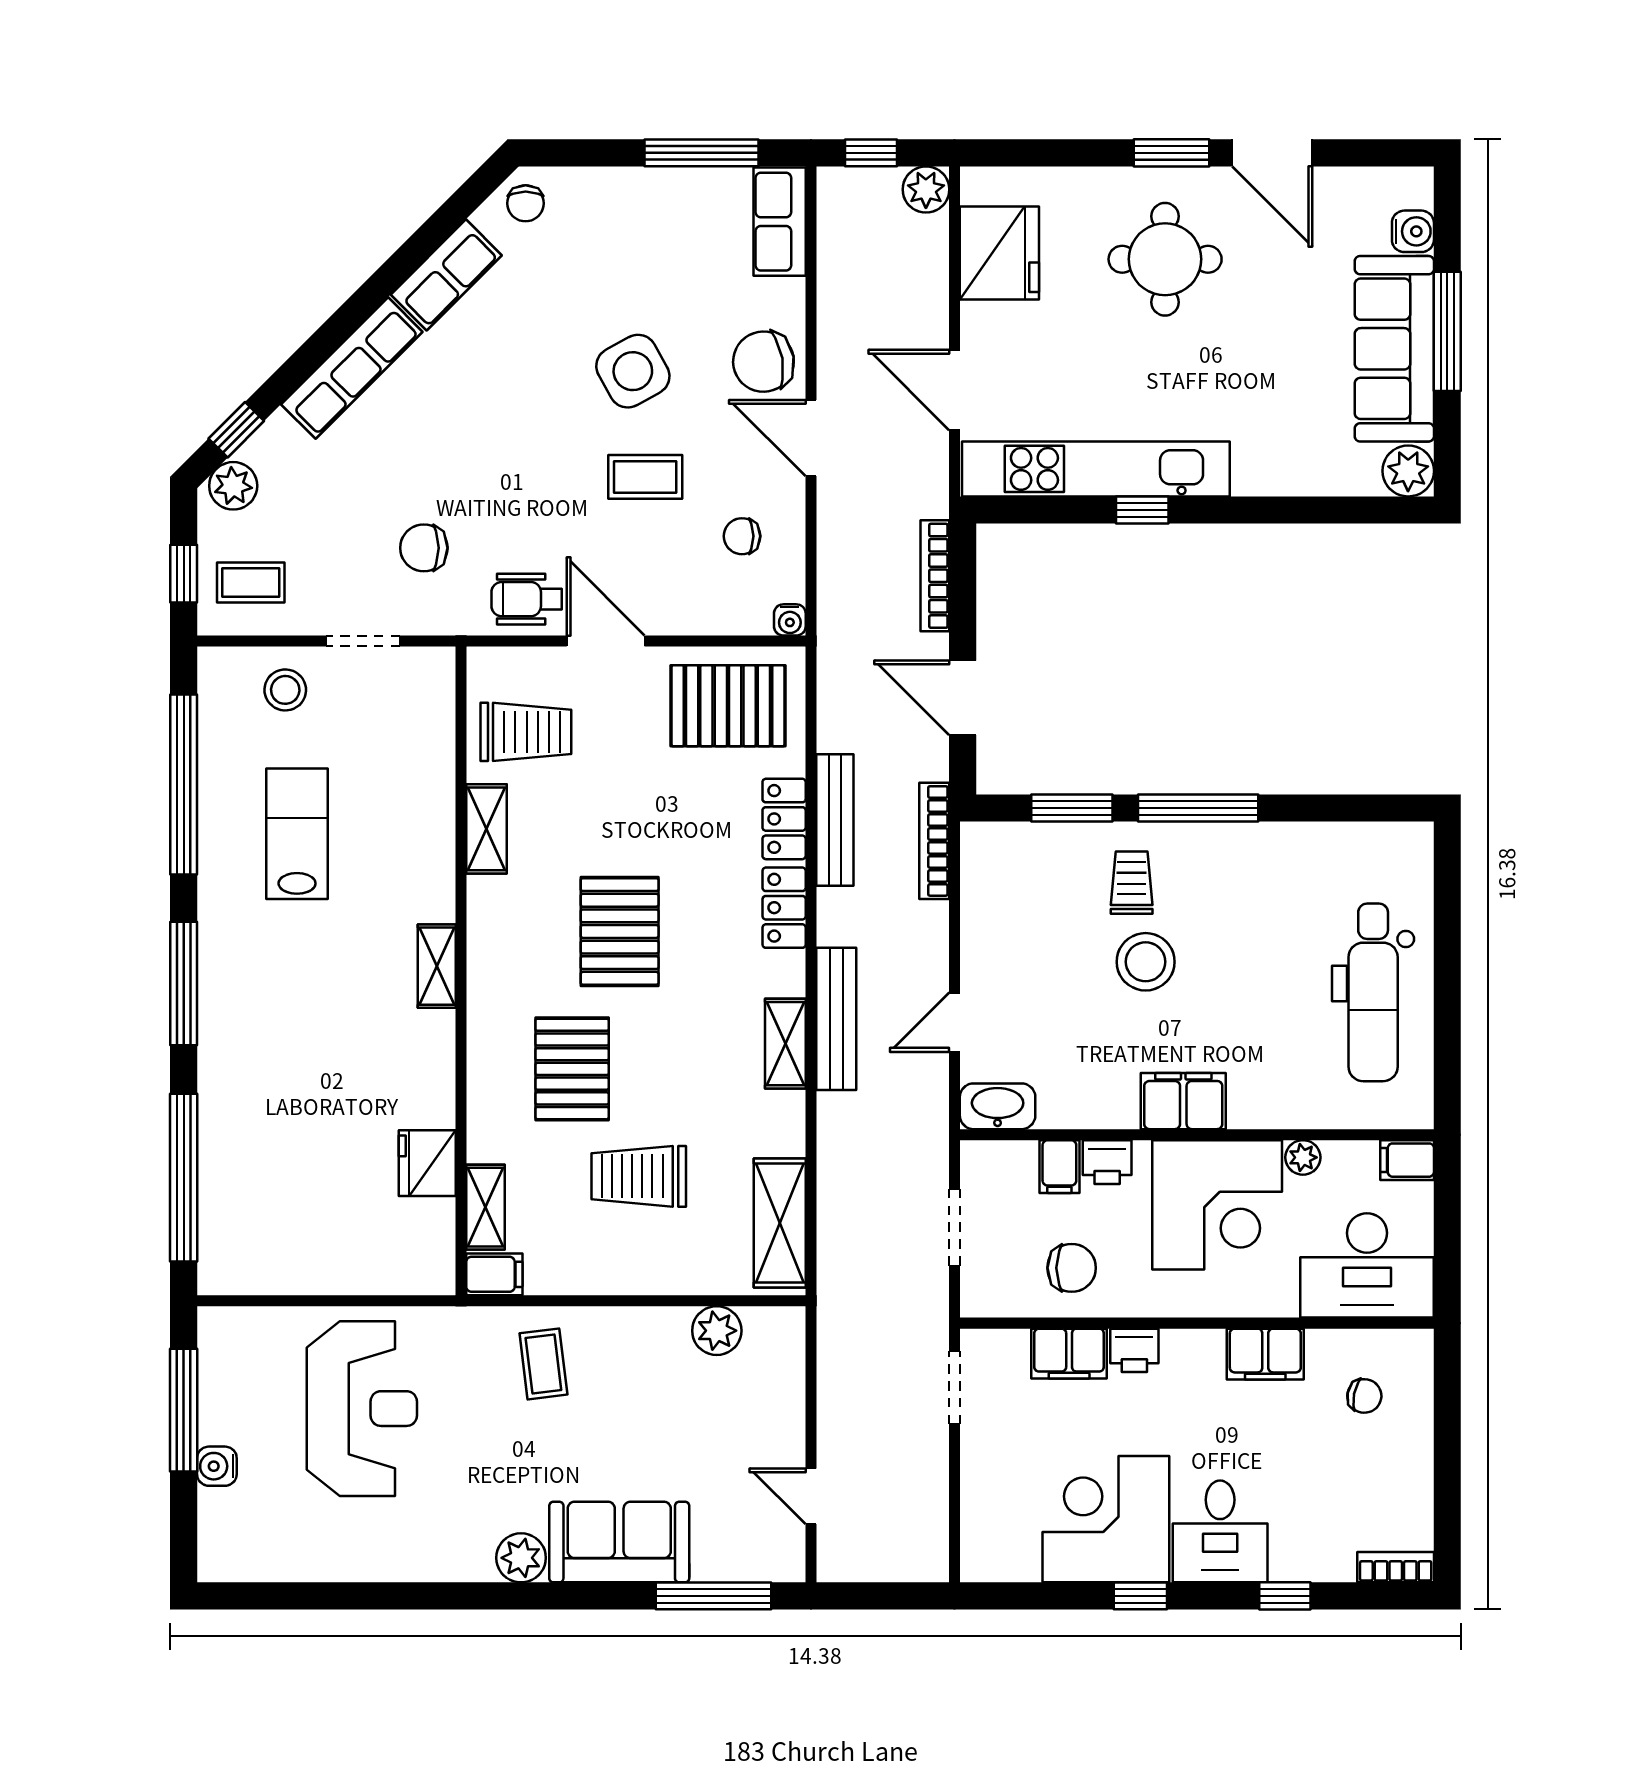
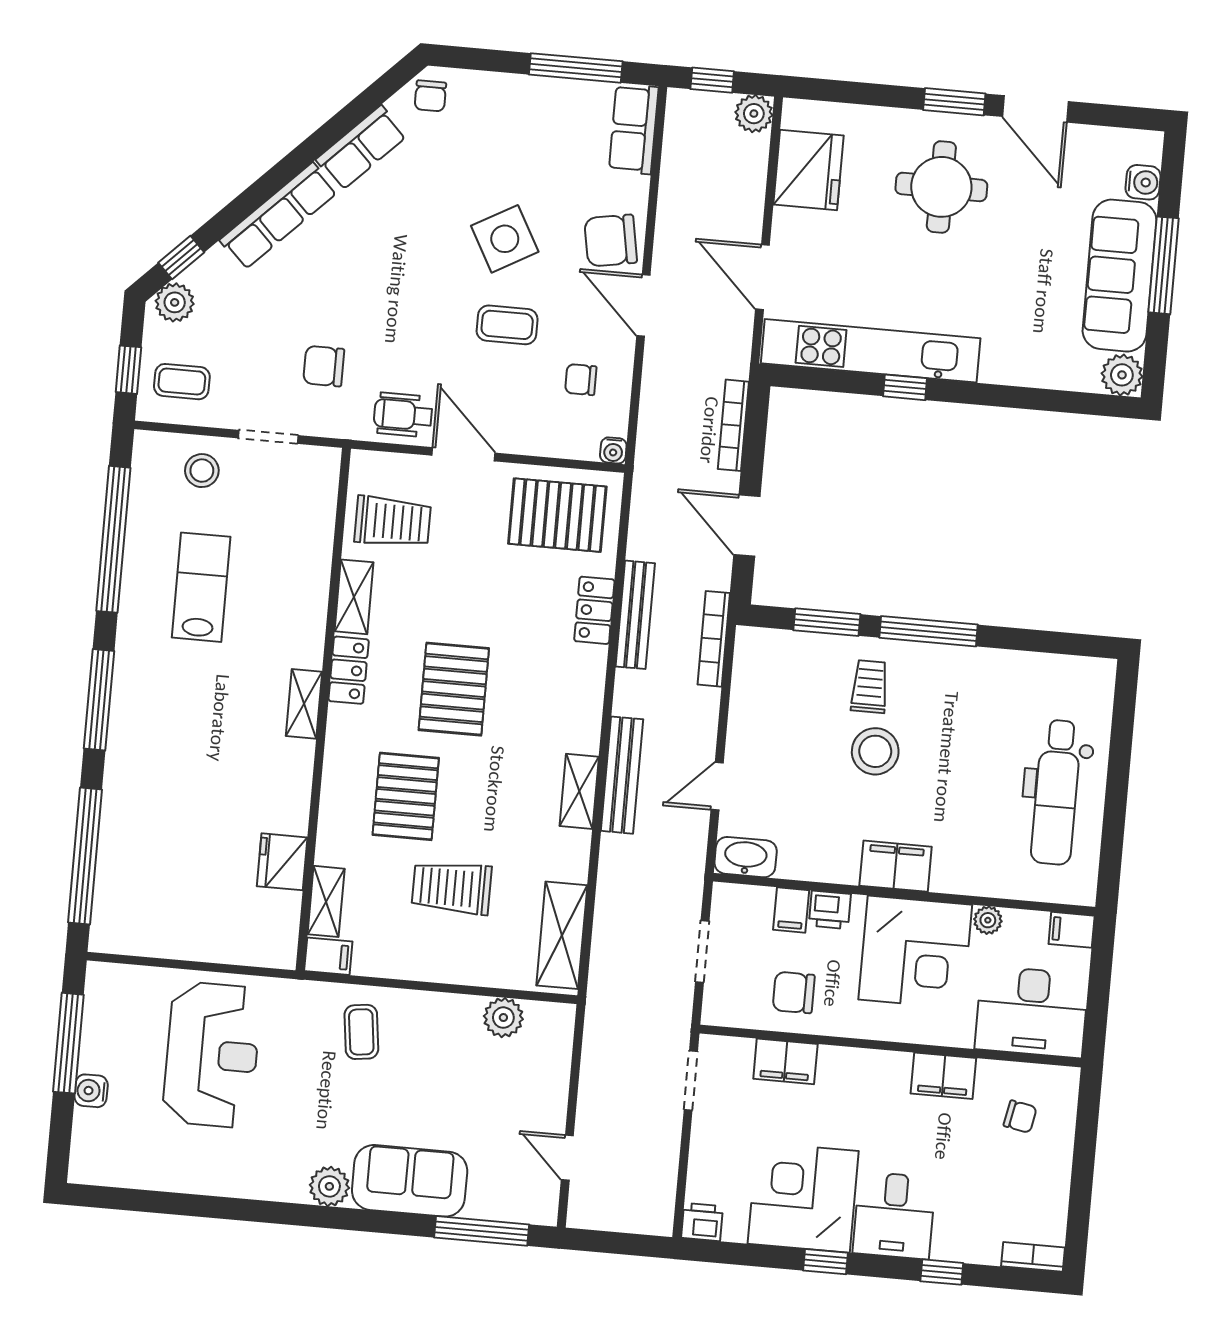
locker: (784, 908) -> (349, 670), moved, turned 180
chair: (1072, 1268) -> (794, 993), turned 180
printer: (1134, 1350) -> (702, 1222), moved, turned 180

